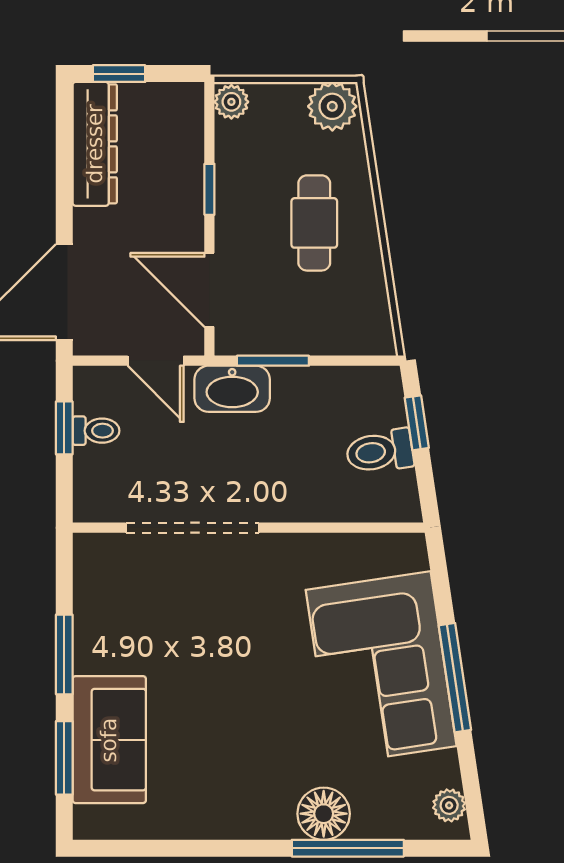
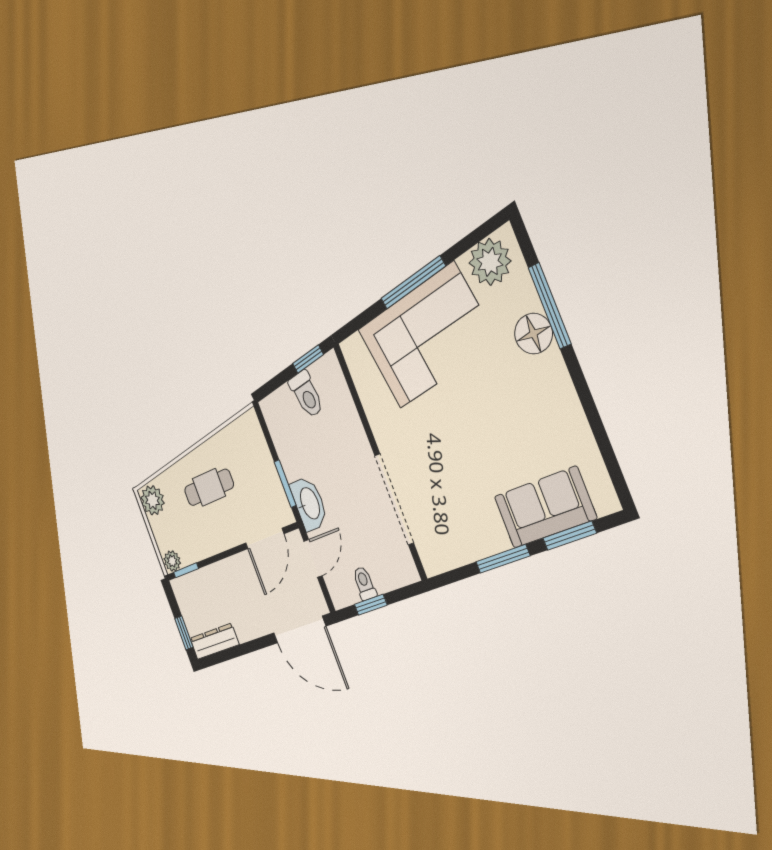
dresser: (95, 144) -> (214, 641), width x0.73, depth x0.80
window: (209, 189) -> (186, 570), moved
window: (417, 423) -> (308, 359), moved
plant: (449, 805) -> (490, 262), width x1.88, depth x1.88

